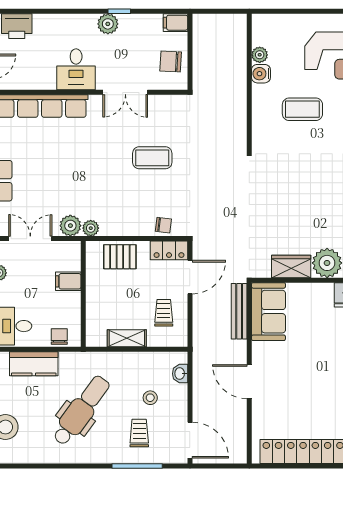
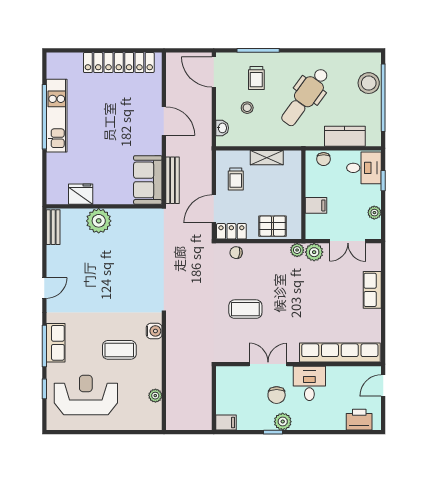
chair: (171, 62) -> (277, 395), moved, turned 87
water cooler: (261, 74) -> (154, 331), moved
wardrobe: (291, 266) -> (129, 218), removed

